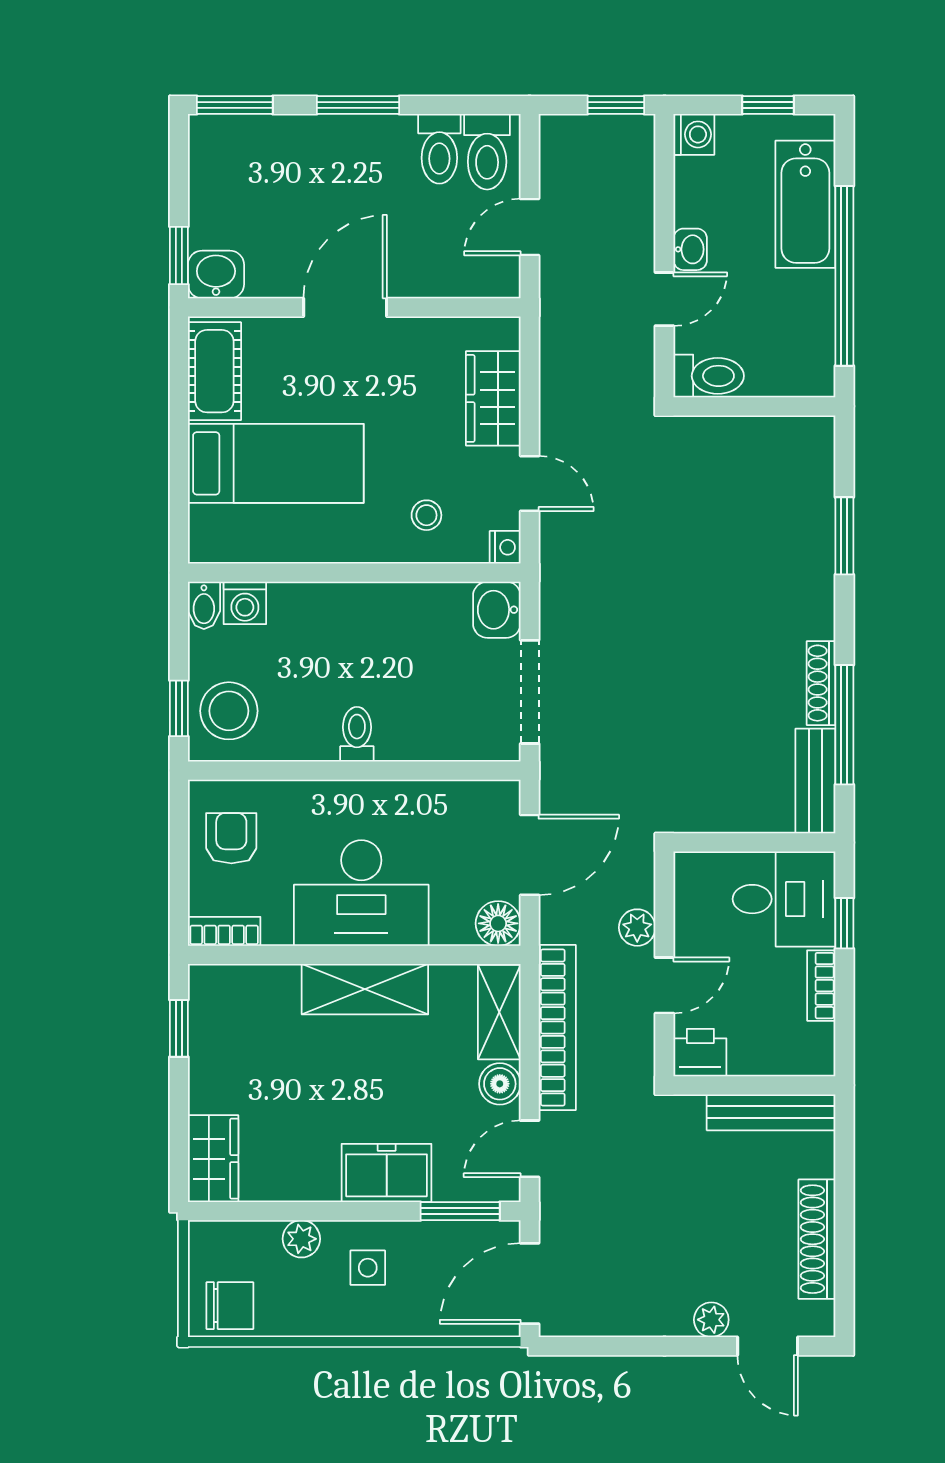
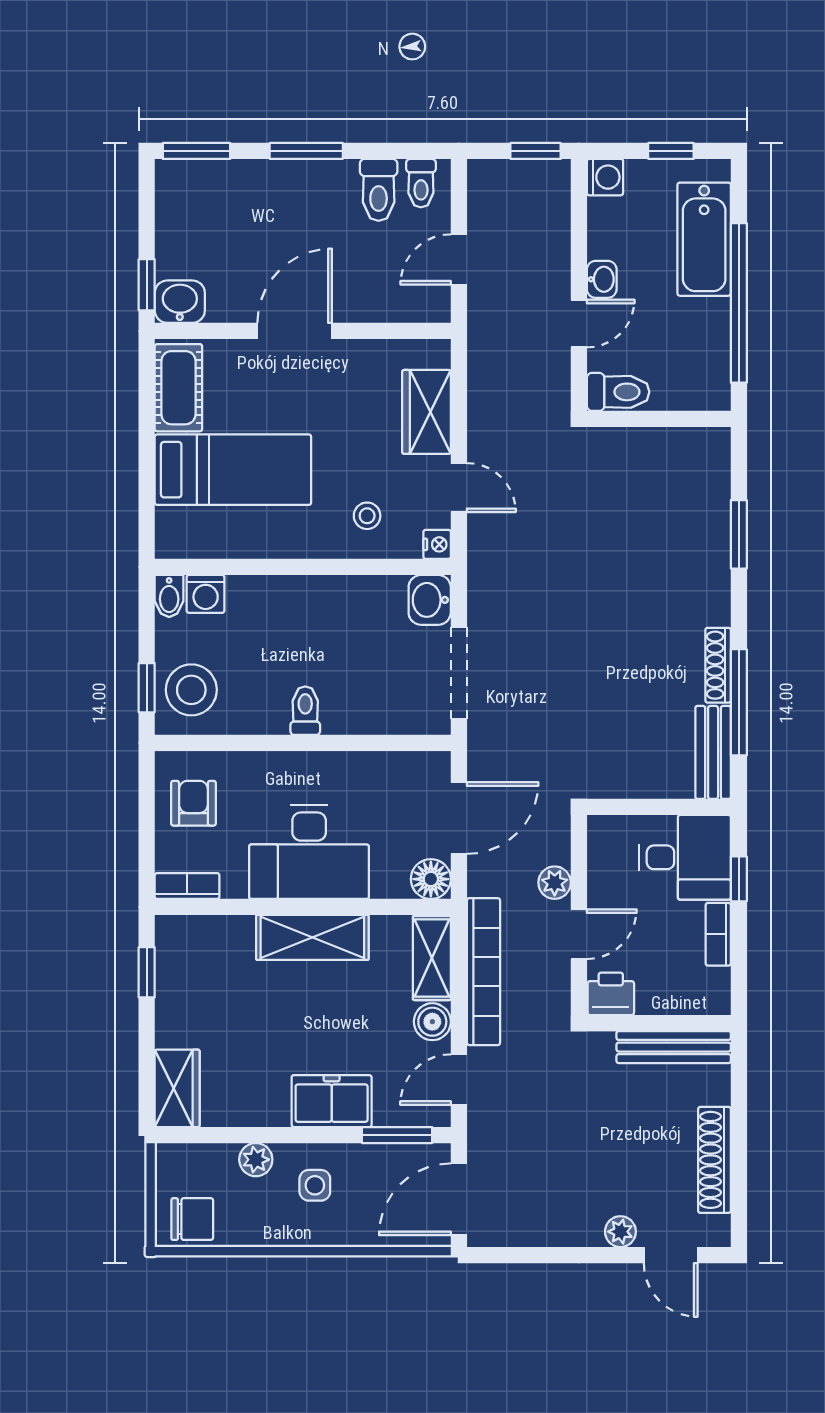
toilet: (487, 152) -> (421, 183), width x0.73, depth x0.72

